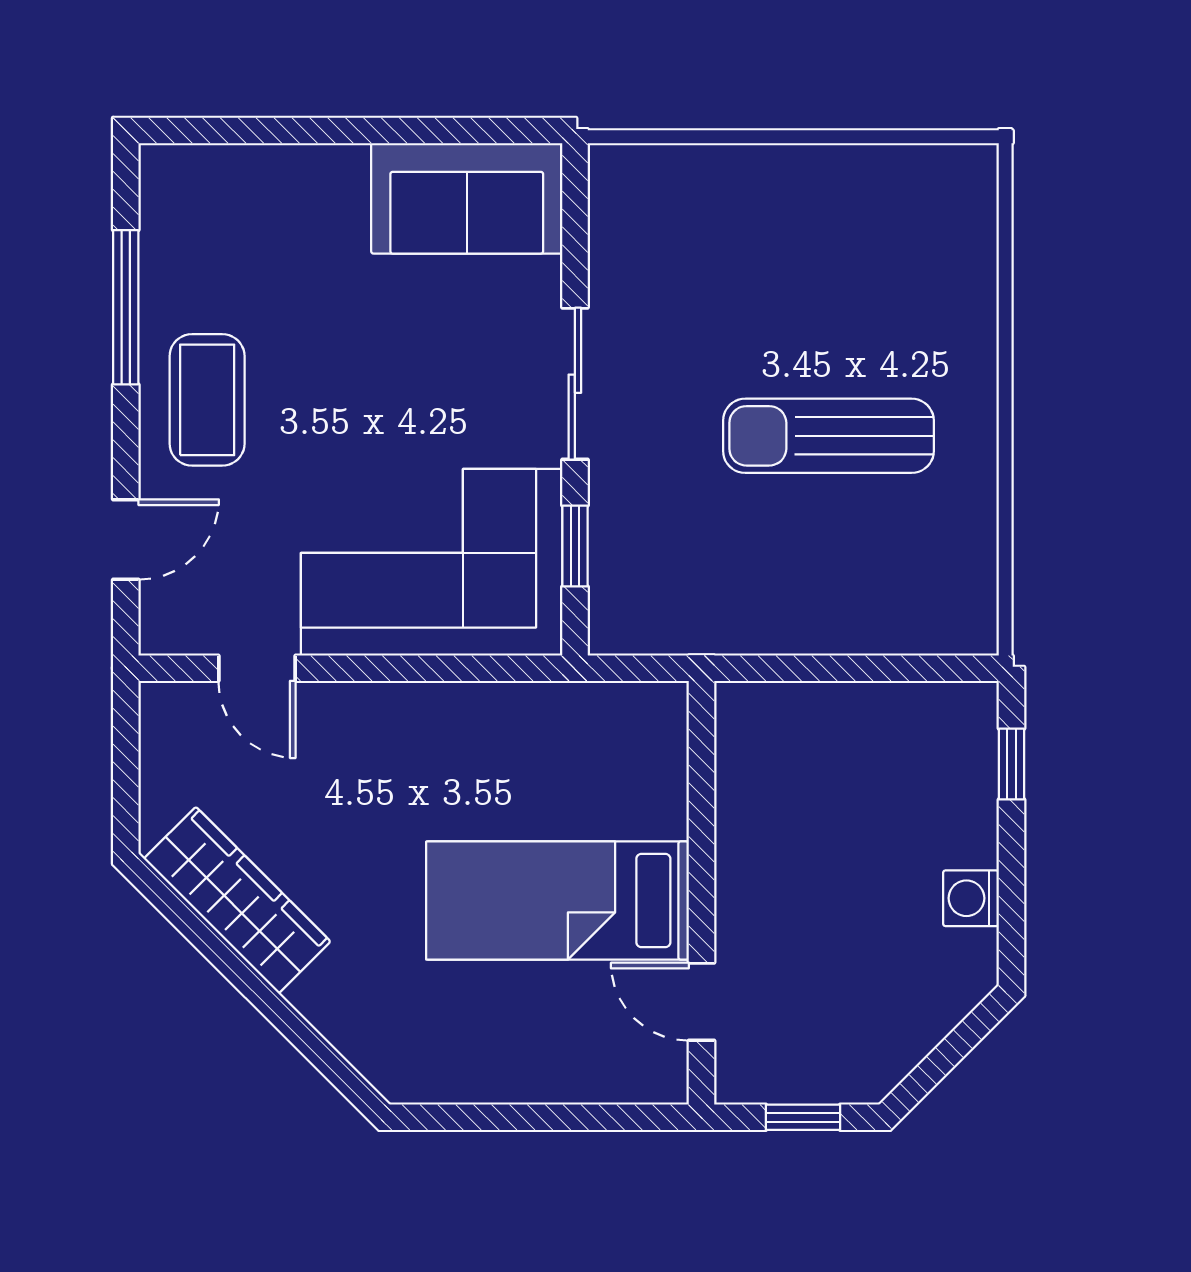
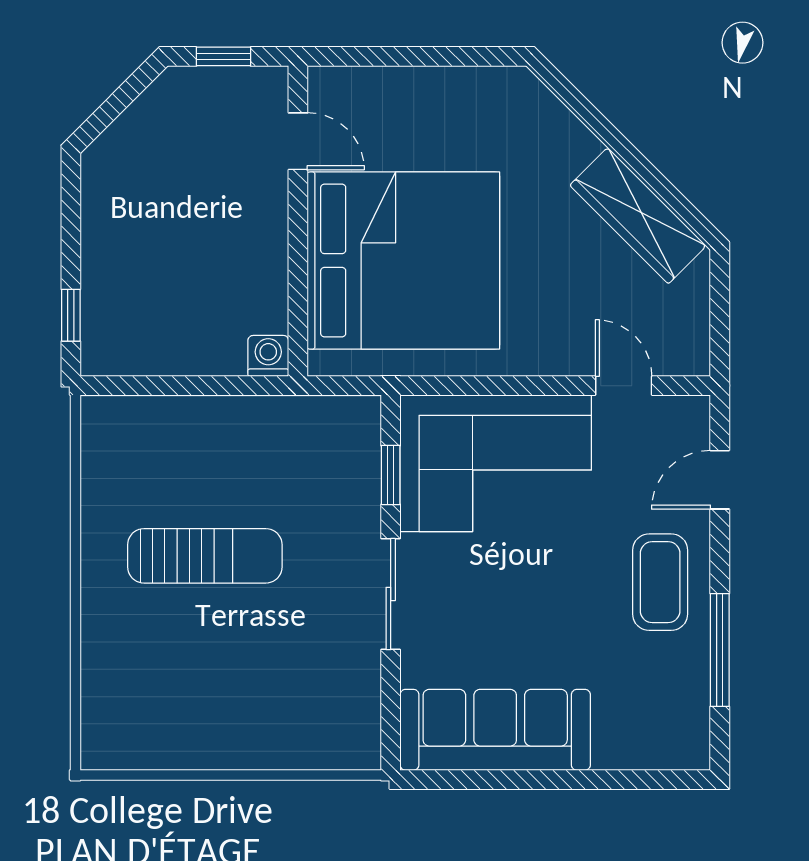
sofa: (467, 198) -> (495, 730), width x1.36
washing machine: (971, 898) -> (268, 356), moved, turned -90
bed: (557, 901) -> (403, 261), width x2.04

